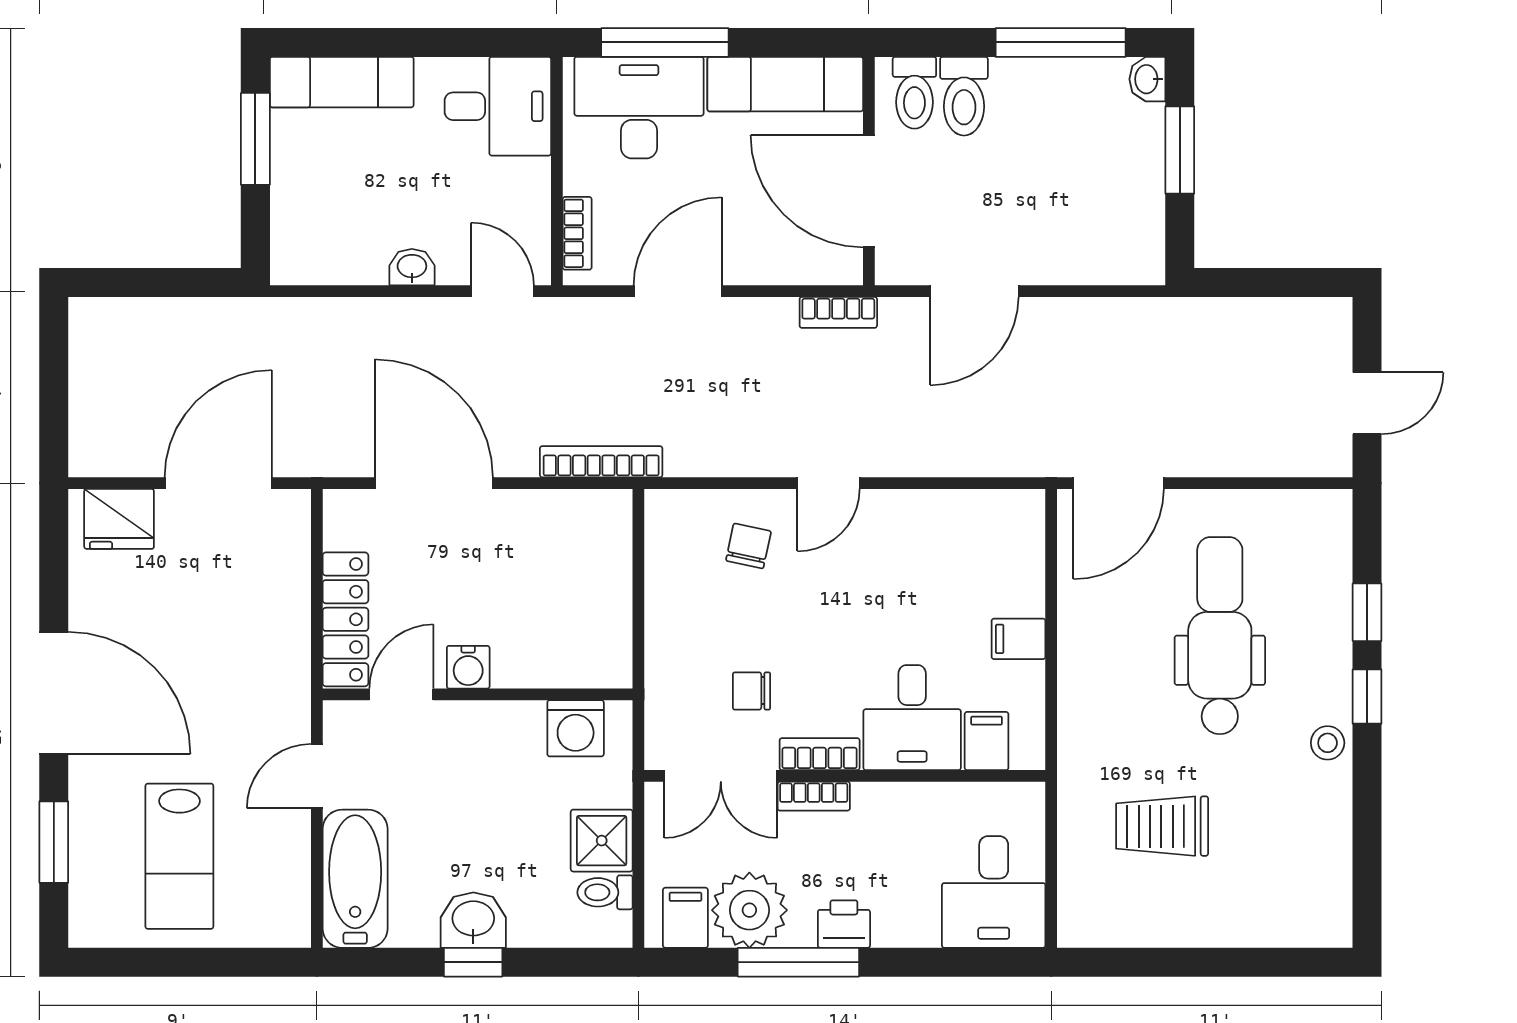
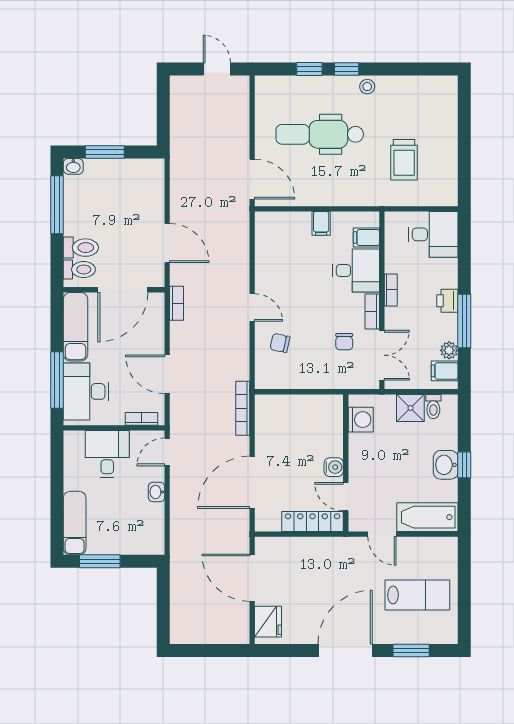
desk: (498, 106) -> (107, 454), moved
bookcase: (814, 796) -> (391, 290), moved
plant: (749, 910) -> (449, 350), width x0.53, depth x0.53

